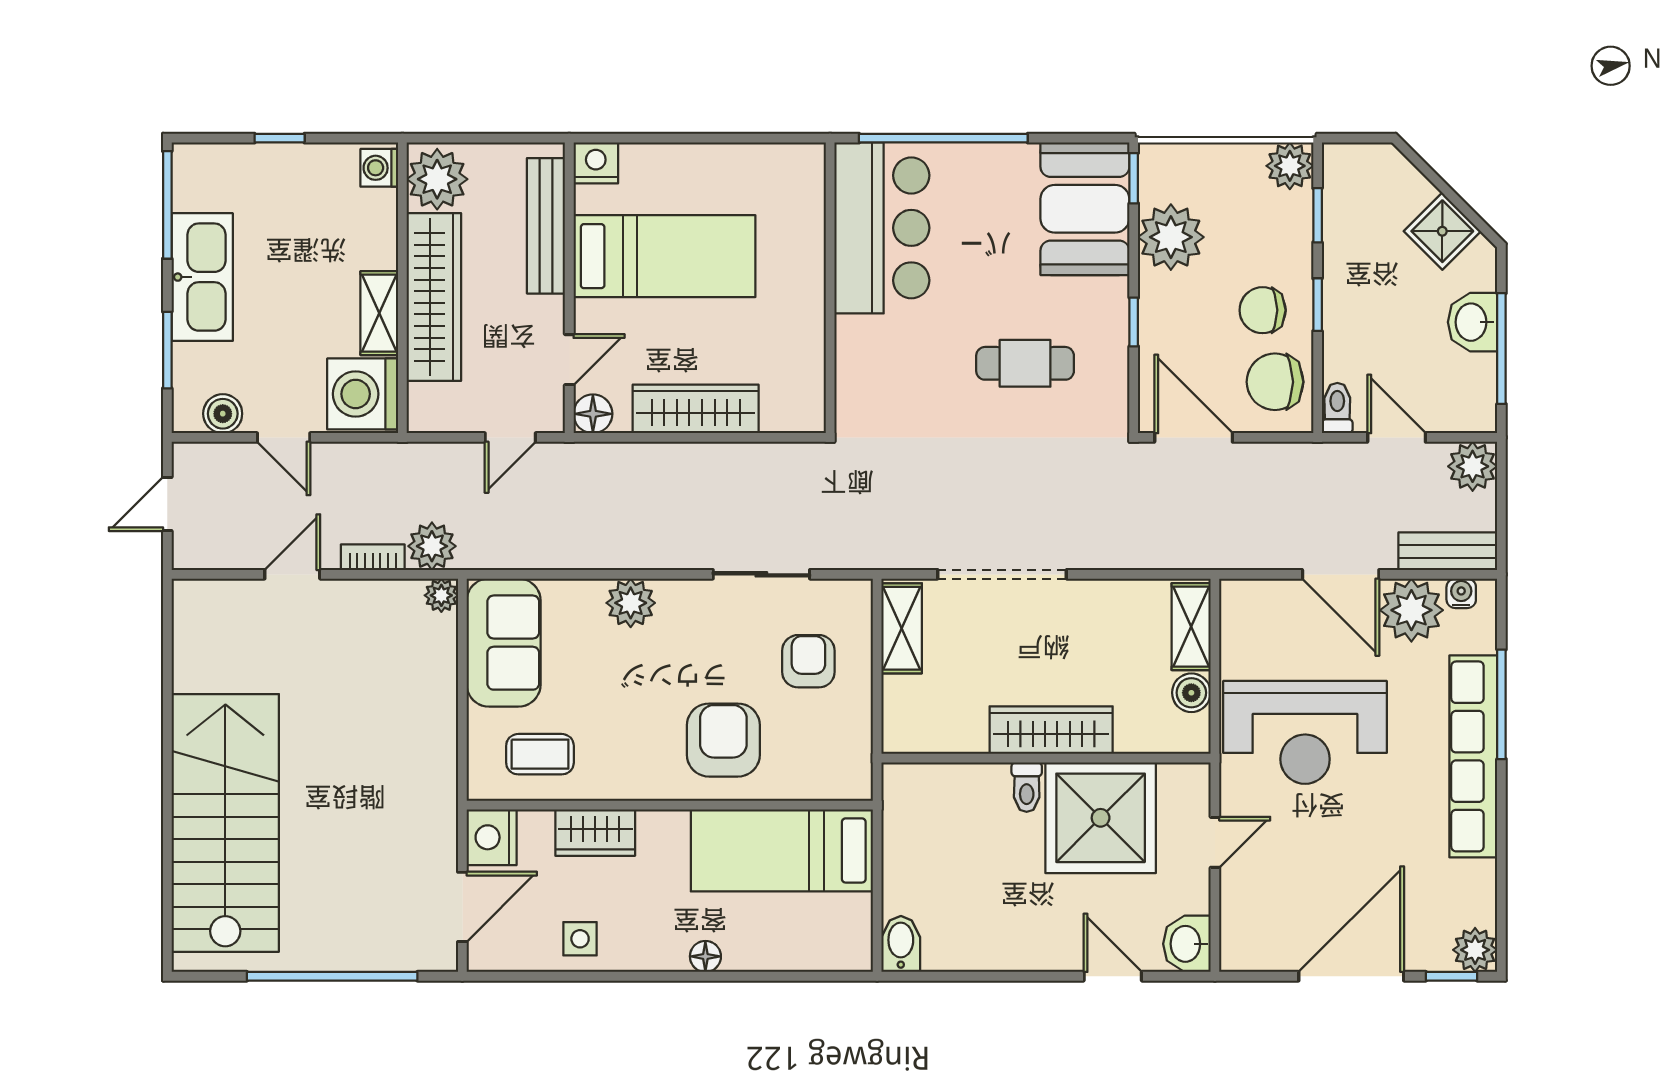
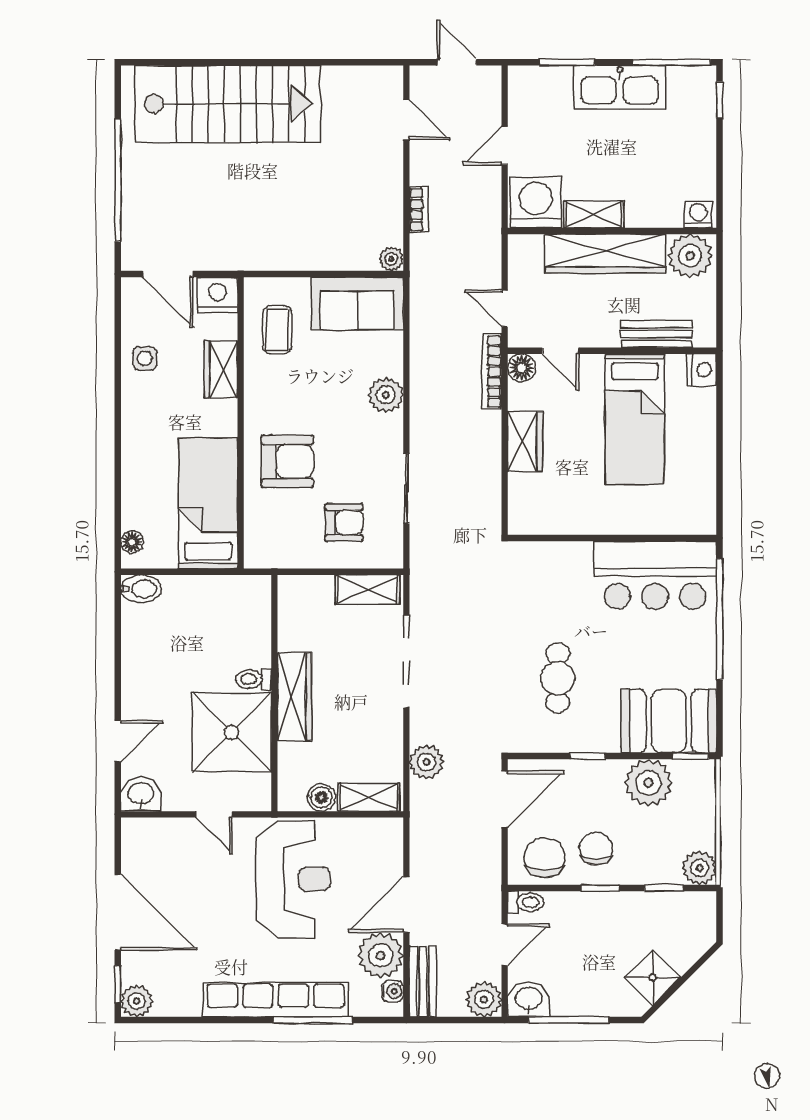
window: (280, 138) -> (720, 100), moved
bench: (546, 226) -> (657, 334), width x0.73
washbasin: (1472, 322) -> (529, 999), moved
wardrobe: (696, 409) -> (525, 442), width x0.67
boiler: (223, 414) -> (522, 102), removed
bookcase: (598, 455) -> (492, 372), added
plant: (432, 546) -> (427, 762), moved
door: (292, 574) -> (406, 120), moved
reception desk: (1305, 732) -> (293, 879), turned 180
floor lamp: (705, 956) -> (132, 542), moved

